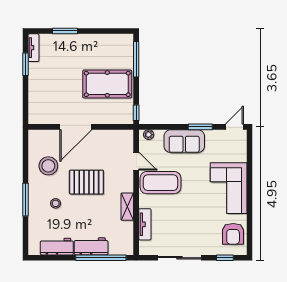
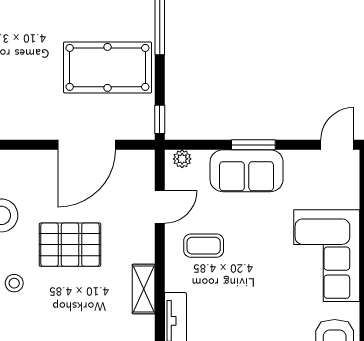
door: (76, 127) -> (87, 145), moved
window: (200, 127) -> (253, 145), moved
door: (136, 161) -> (160, 207), hinge flipped
coffee table: (160, 183) -> (204, 246), width x0.54, depth x0.58

